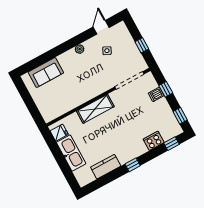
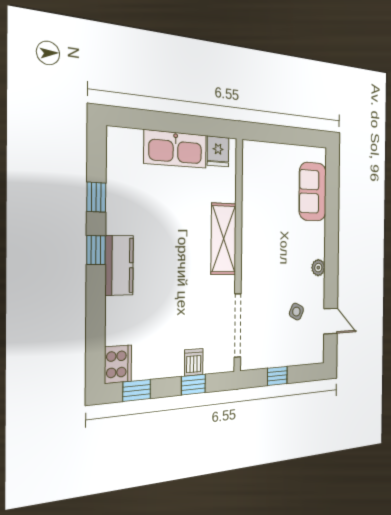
cooker: (154, 141) -> (118, 364), moved
window: (172, 144) -> (96, 197), moved
kitchen counter: (106, 167) -> (119, 265), moved

